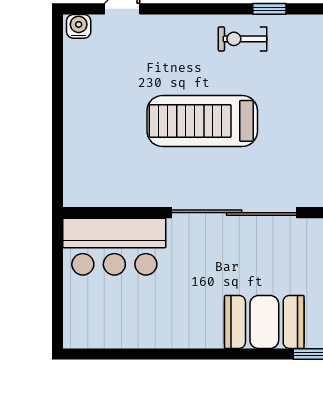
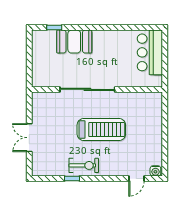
exercise bike: (243, 39) -> (84, 165), width x1.38, depth x1.39
bar counter: (114, 247) -> (150, 52), moved, turned -90

